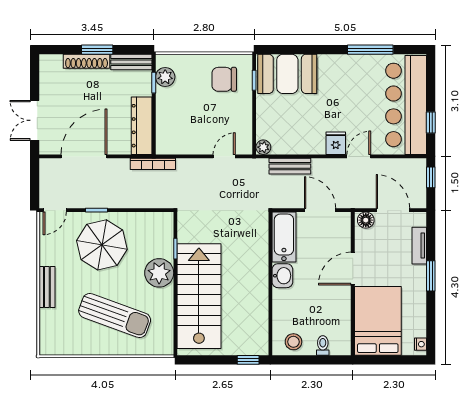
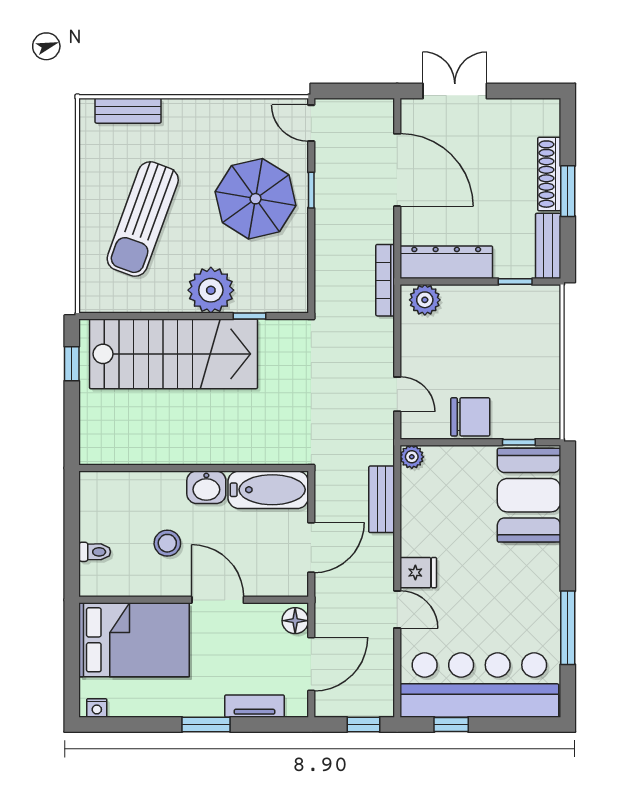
plant: (165, 77) -> (425, 300), moved
chair: (224, 79) -> (470, 417), moved, turned 90
bench: (47, 287) -> (128, 111), moved
stool: (293, 342) -> (167, 543), moved
window: (248, 360) -> (72, 364), moved

